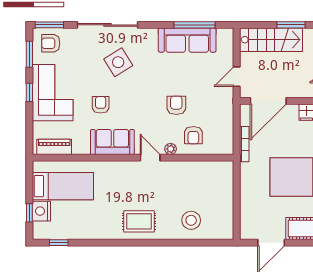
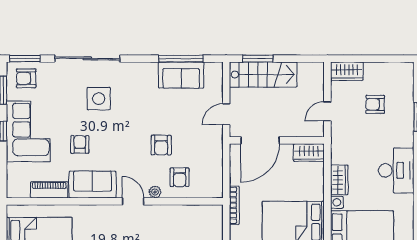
window: (291, 25) -> (258, 59), moved
sofa: (187, 40) -> (181, 75), width x0.73
side table: (118, 62) -> (99, 99), turned 32
armchair: (176, 105) -> (161, 145), turned 180
bookcase: (244, 144) -> (234, 205), moved
piano: (54, 147) -> (49, 190), moved

